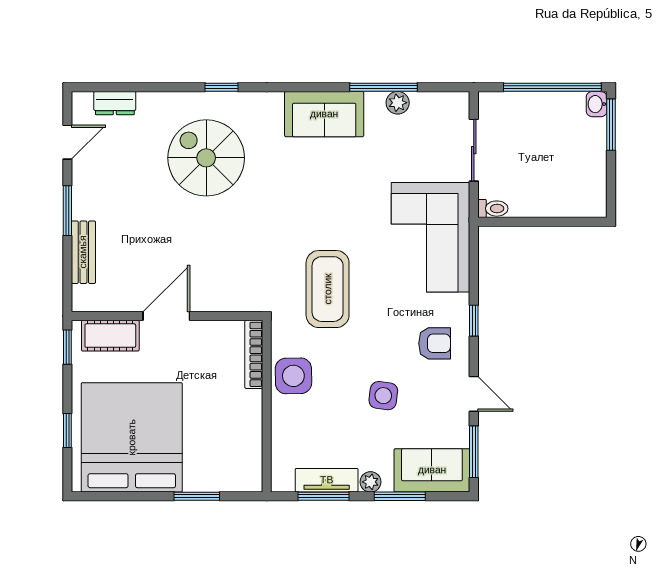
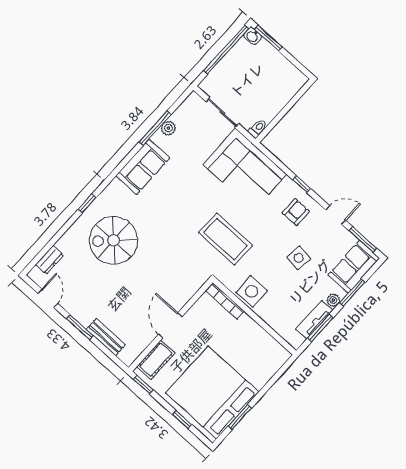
window: (197, 496) -> (240, 417), moved

